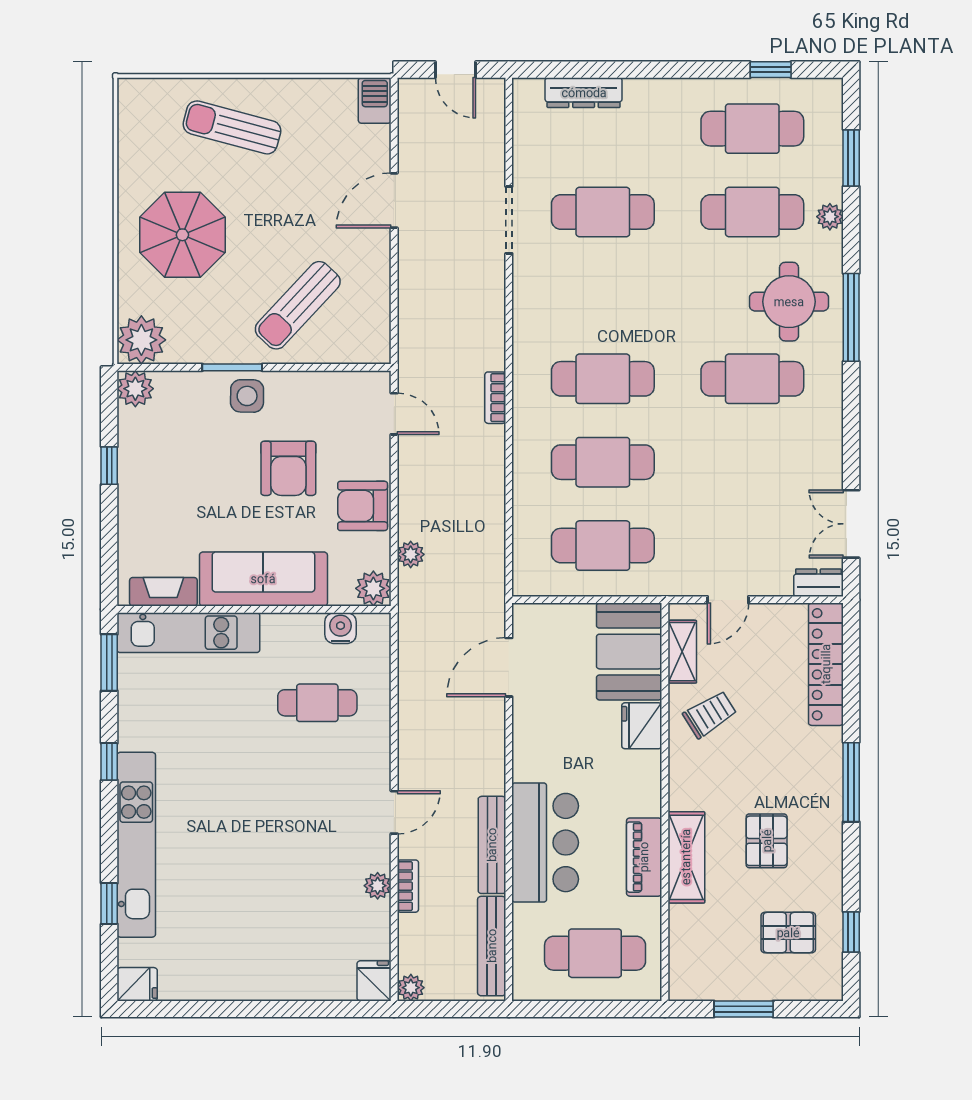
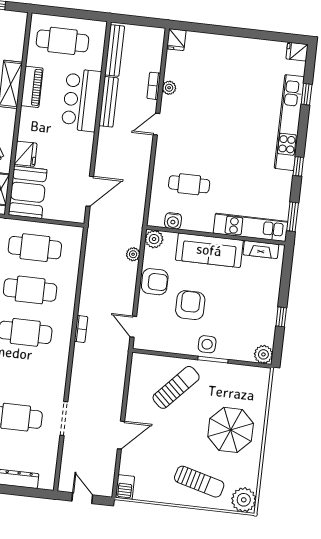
plant: (141, 340) -> (244, 500), moved
plant: (411, 988) -> (158, 34), removed

